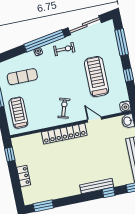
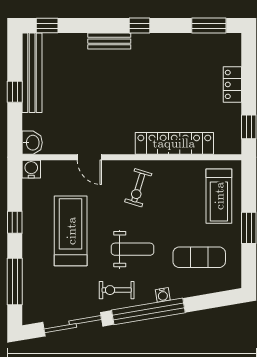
weight bench: (60, 73) -> (132, 249), added
treadmill: (97, 77) -> (71, 231), turned 180
locker: (64, 134) -> (174, 143), moved
bench: (97, 186) -> (109, 41), width x0.73
window: (109, 192) -> (139, 26), moved

